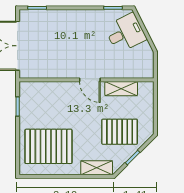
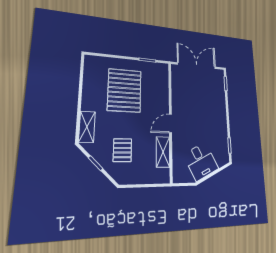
desk: (125, 33) -> (201, 161), moved
pallet: (120, 132) -> (122, 150), width x0.67, depth x0.71
pallet: (48, 146) -> (124, 90), moved

